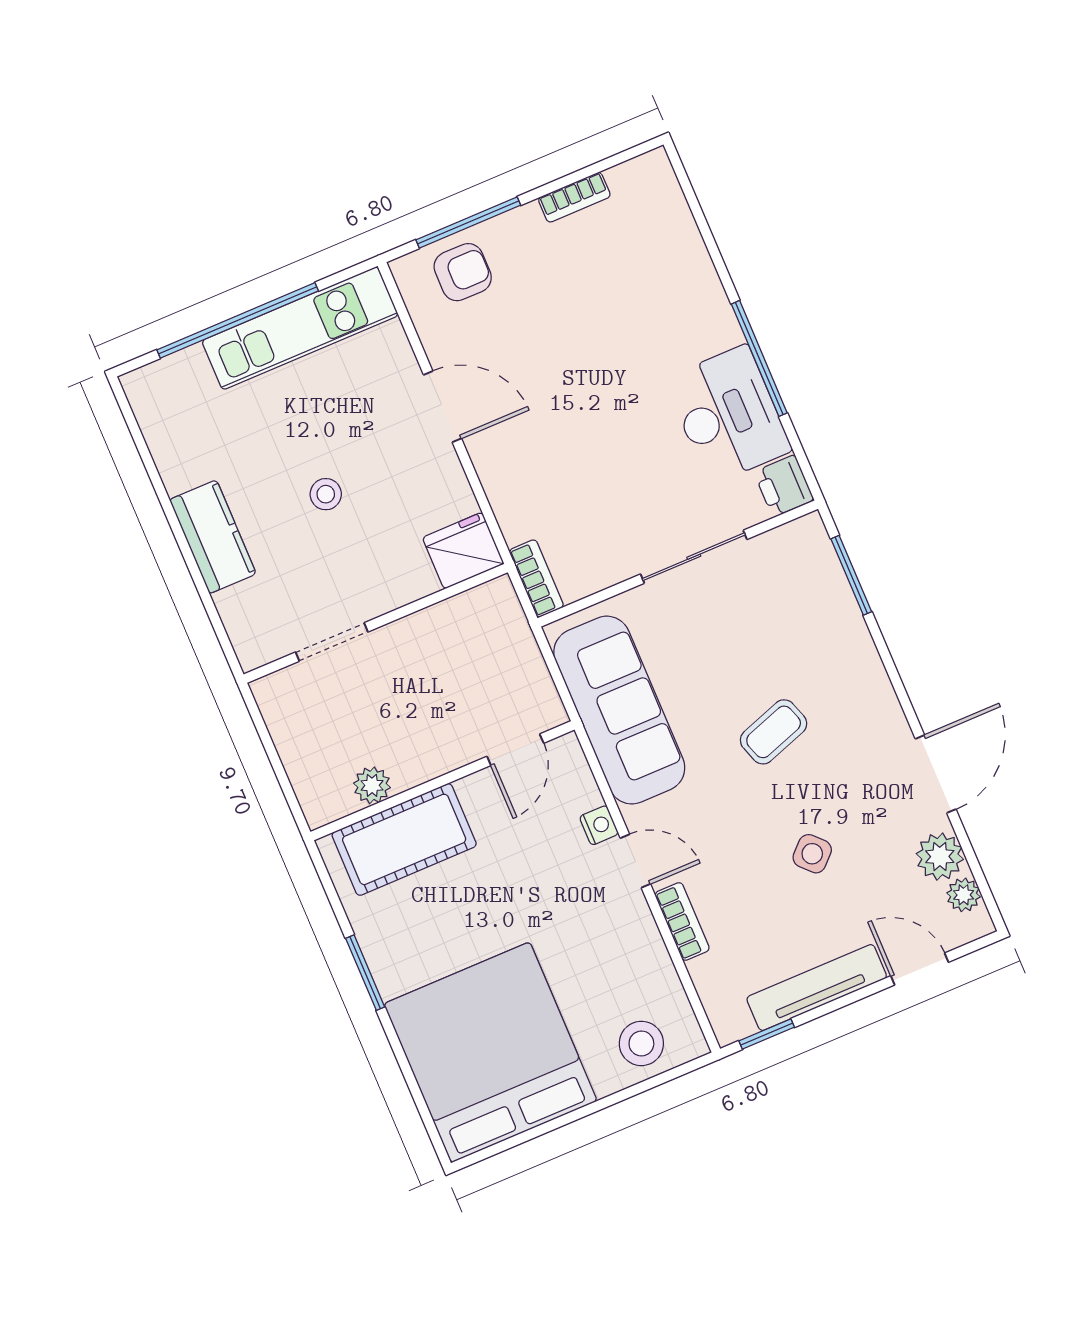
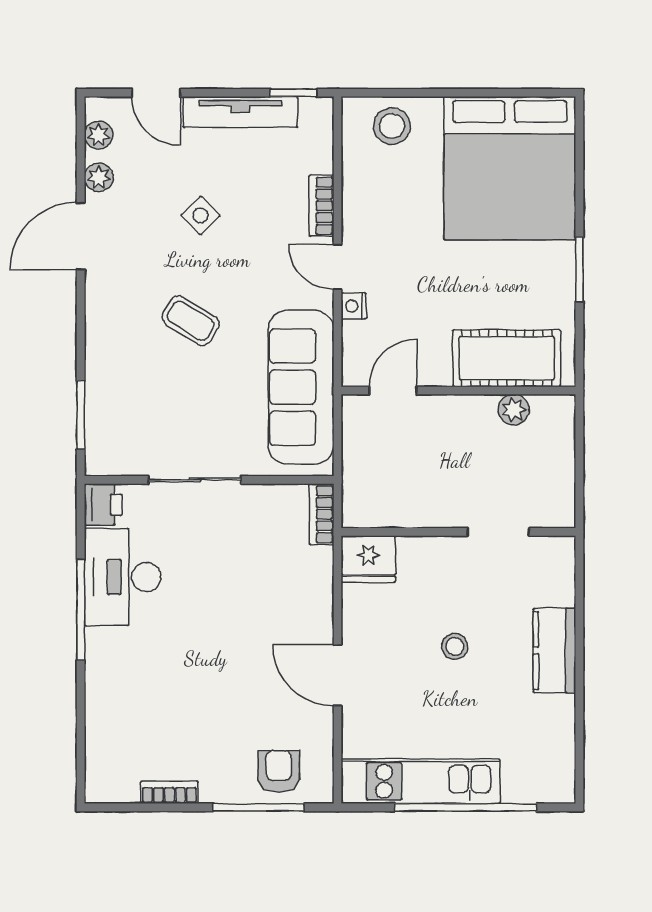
armchair: (463, 272) -> (279, 771), turned 90
coffee table: (774, 732) -> (191, 321), turned 51
plant: (940, 857) -> (99, 177), width x0.73, depth x0.73

